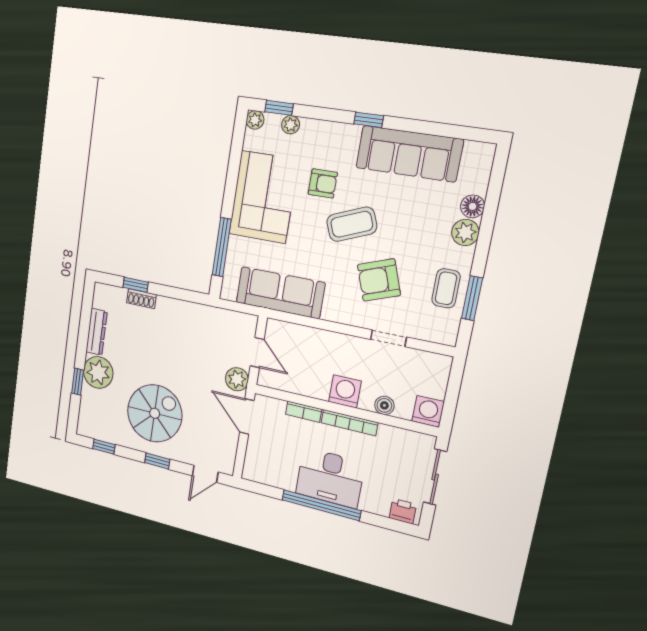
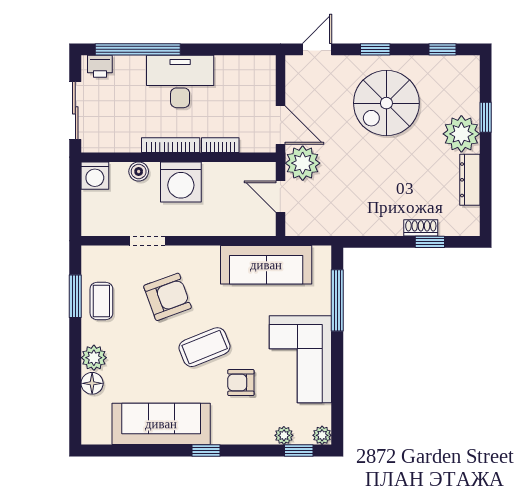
plant: (237, 379) -> (303, 163), width x1.36, depth x1.36
washing machine: (345, 391) -> (181, 182), width x1.37, depth x1.37
window: (321, 505) -> (138, 49), moved

